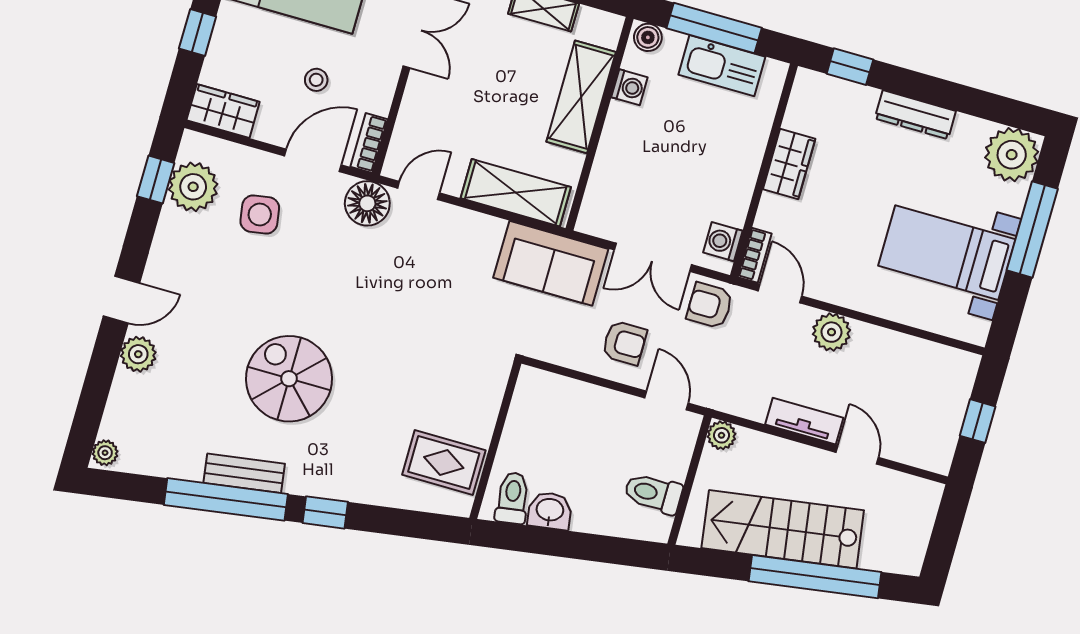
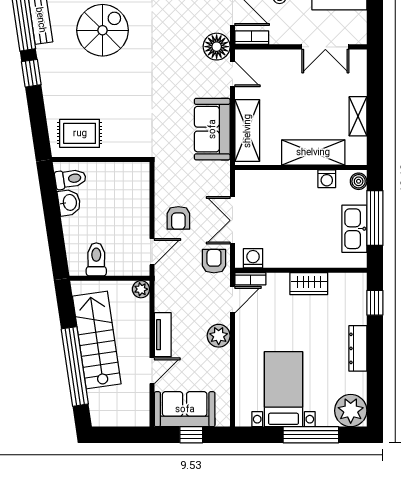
sofa: (551, 263) -> (212, 129), moved
sofa: (934, 420) -> (185, 409), added
rug: (444, 463) -> (80, 133), turned 90

